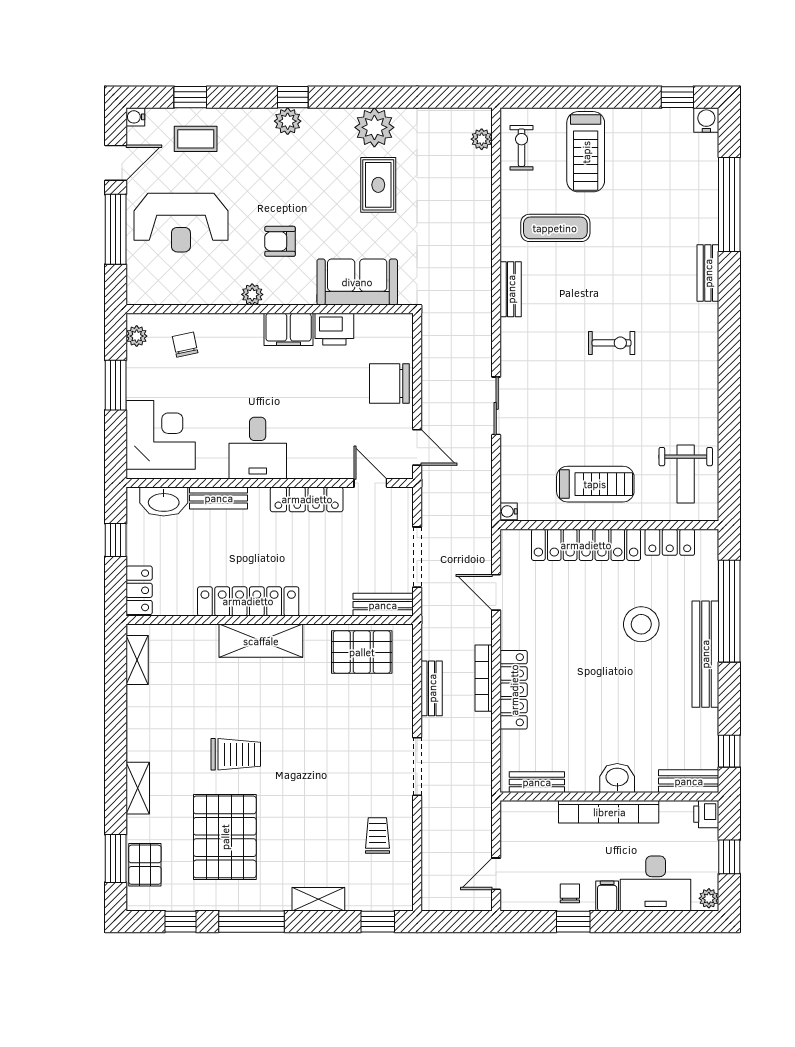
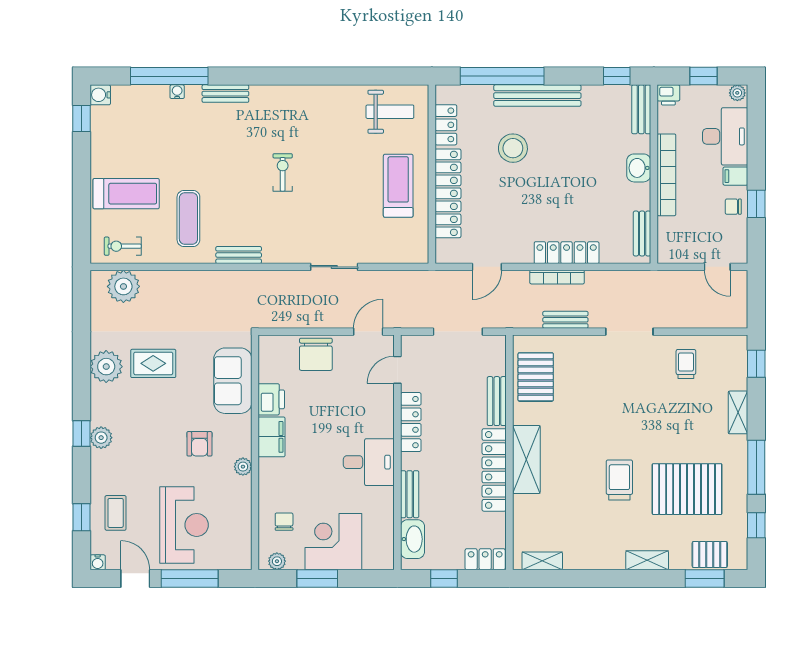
plant: (482, 139) -> (123, 286), width x1.88, depth x1.88
chair: (185, 345) -> (284, 522), turned 102
corner desk: (161, 435) -> (333, 542), moved
water cooler: (509, 511) -> (177, 92), moved, turned 180
bench: (383, 605) -> (497, 401), moved
trolley: (377, 836) -> (686, 364), turned 90

